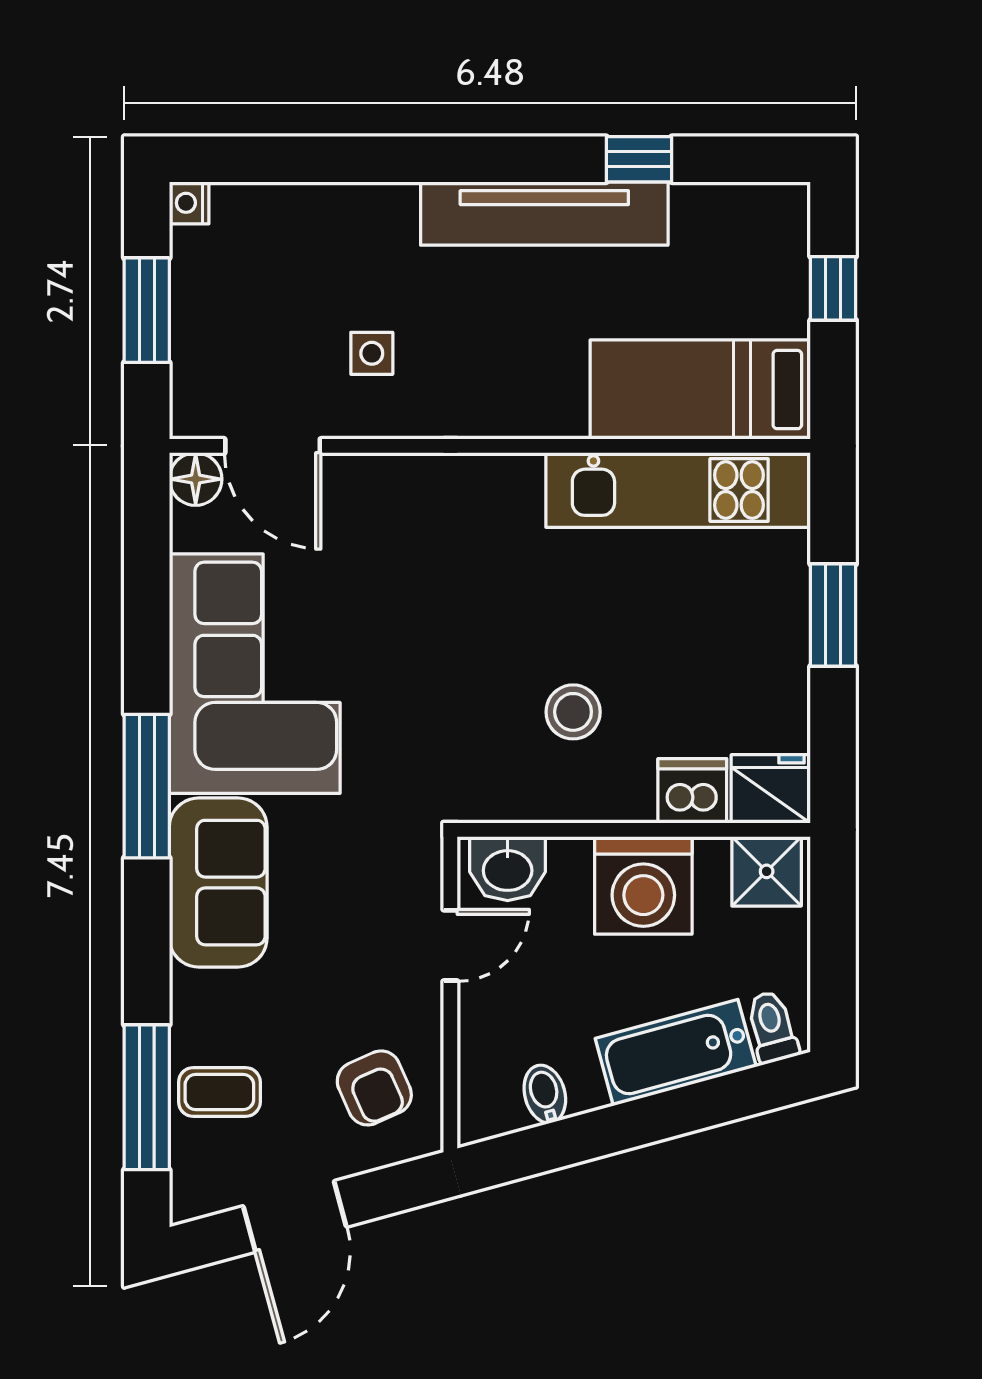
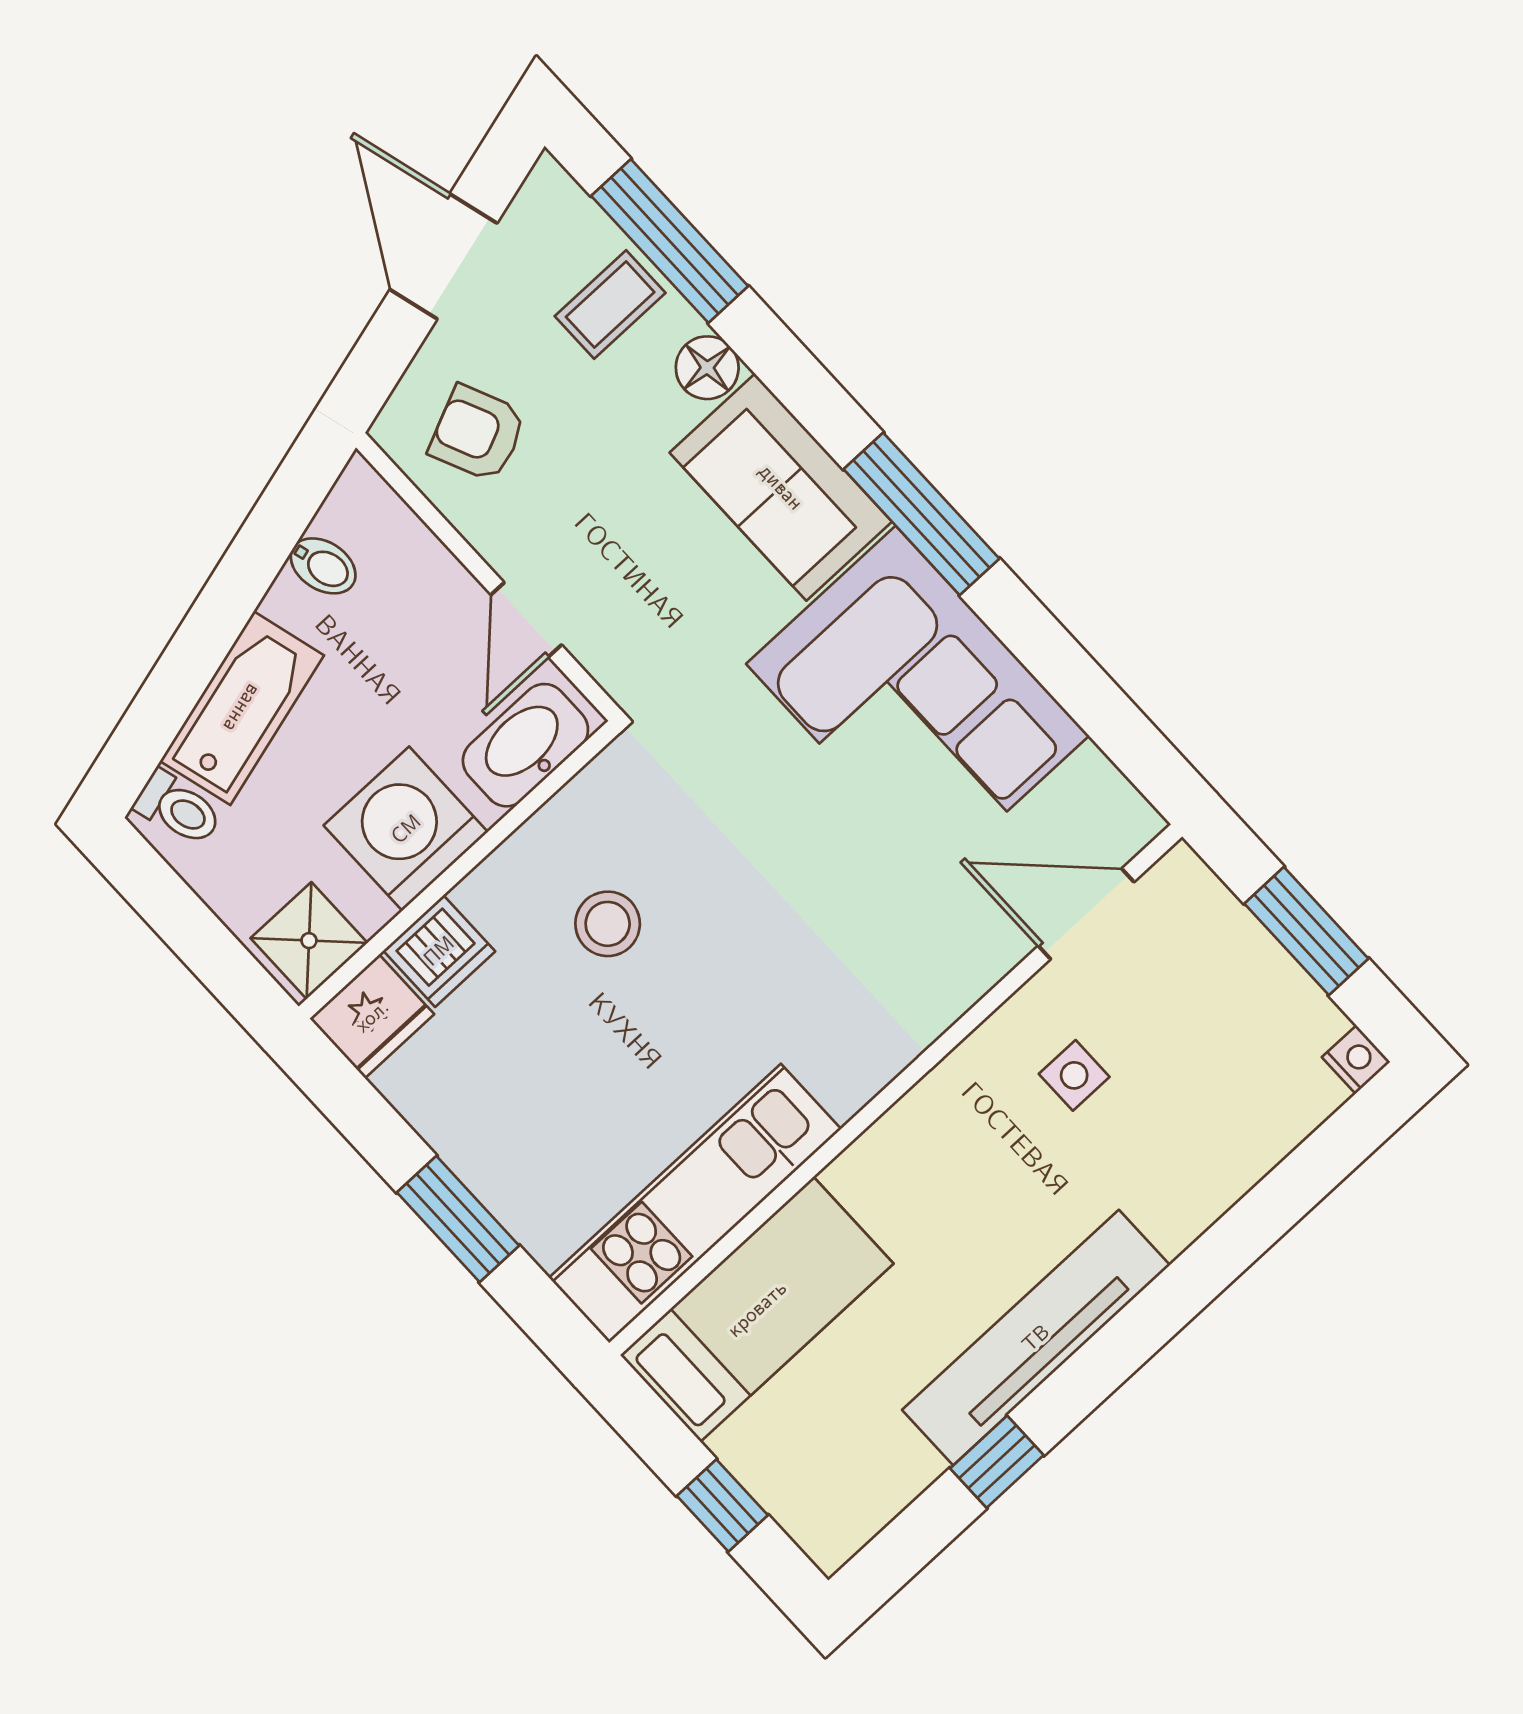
floor lamp: (196, 479) -> (707, 368), moved
washbasin: (508, 869) -> (525, 745), width x1.38

